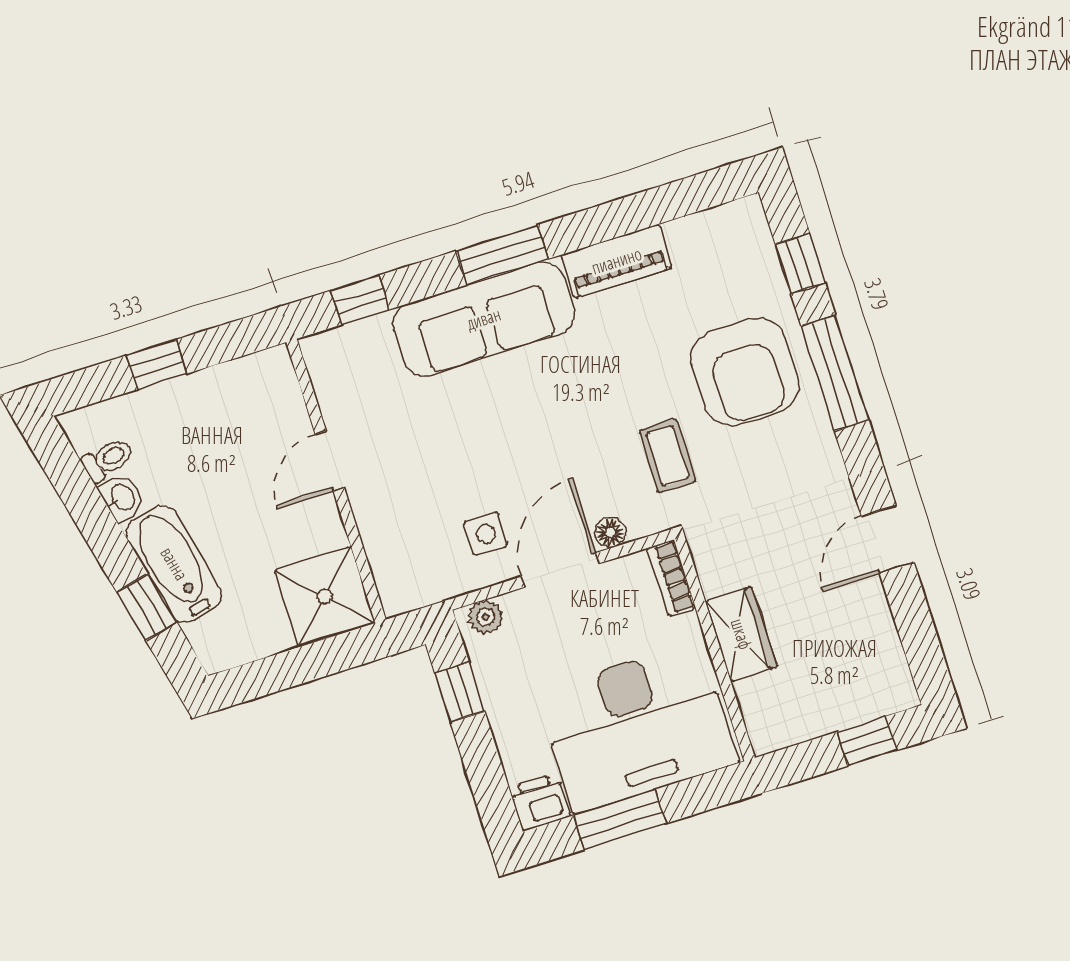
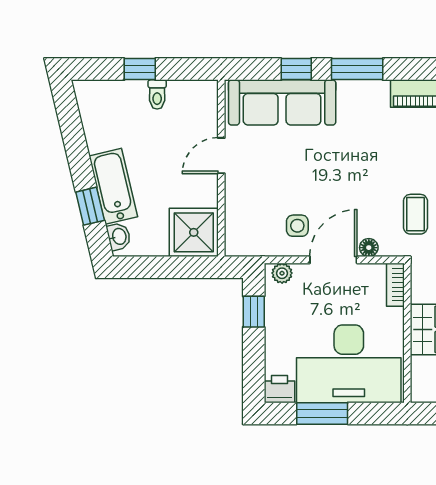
window: (360, 300) -> (296, 69), moved
sofa: (484, 319) -> (282, 102), moved
toilet: (108, 459) -> (157, 94), moved, turned 103
washbasin: (122, 497) -> (119, 237), moved

